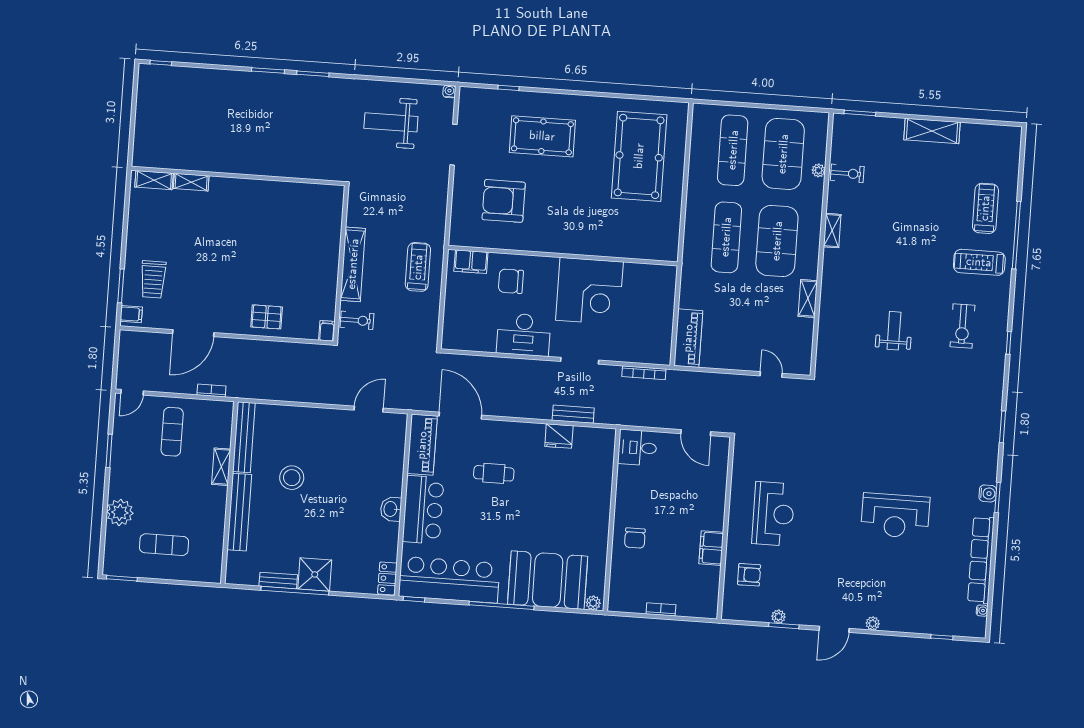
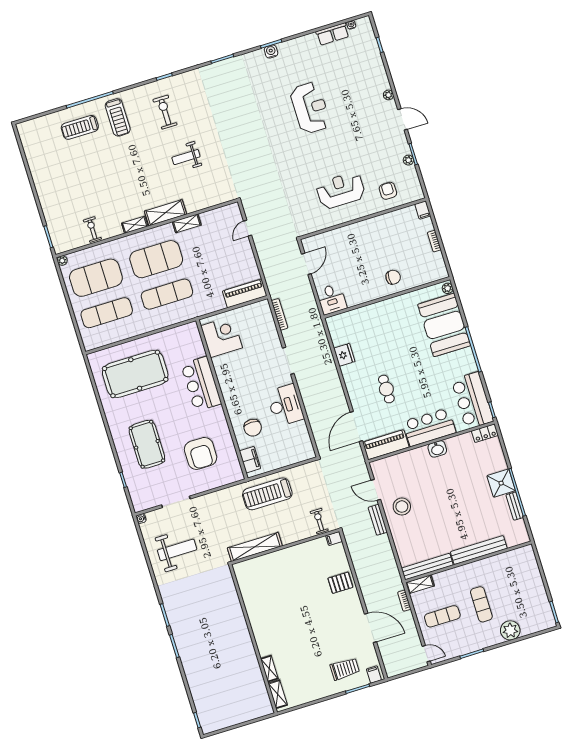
weight bench: (391, 122) -> (177, 550), turned -90
shelving: (932, 131) -> (165, 213), moved, turned 90
plant: (819, 170) -> (62, 261), moved
bar counter: (593, 237) -> (201, 384), added
shelving: (353, 264) -> (255, 547), moved
treadmill: (418, 267) -> (267, 494), width x1.37, depth x1.38
corner desk: (589, 291) -> (222, 337), moved, width x0.74, depth x0.74
pallet: (267, 317) -> (340, 583), turned 90
exercise bike: (963, 326) -> (165, 112), turned -90
bench: (573, 414) -> (378, 520), moved
shelving: (221, 467) -> (420, 584), moved
stool: (292, 478) -> (402, 507), moved
exercise mat: (164, 545) -> (481, 604), moved
filing cabinet: (711, 548) -> (423, 210), moved, width x0.50
row of seats: (981, 560) -> (333, 34), width x0.50
bar counter: (449, 580) -> (472, 400), width x0.73

